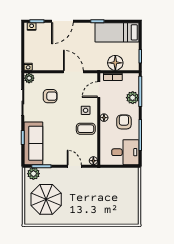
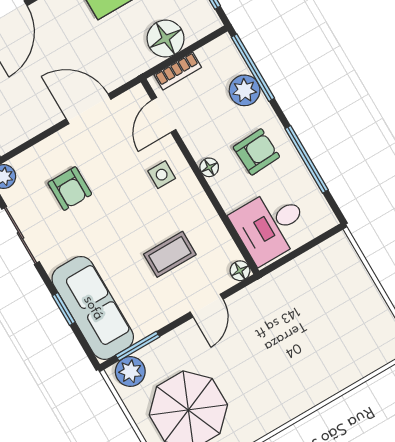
armchair: (50, 96) -> (70, 189), turned 90
armchair: (124, 122) -> (256, 152), turned 87
coffee table: (86, 129) -> (170, 254), moved
desk: (125, 152) -> (270, 225), moved, turned 180
door: (74, 166) -> (207, 306), swing flipped

